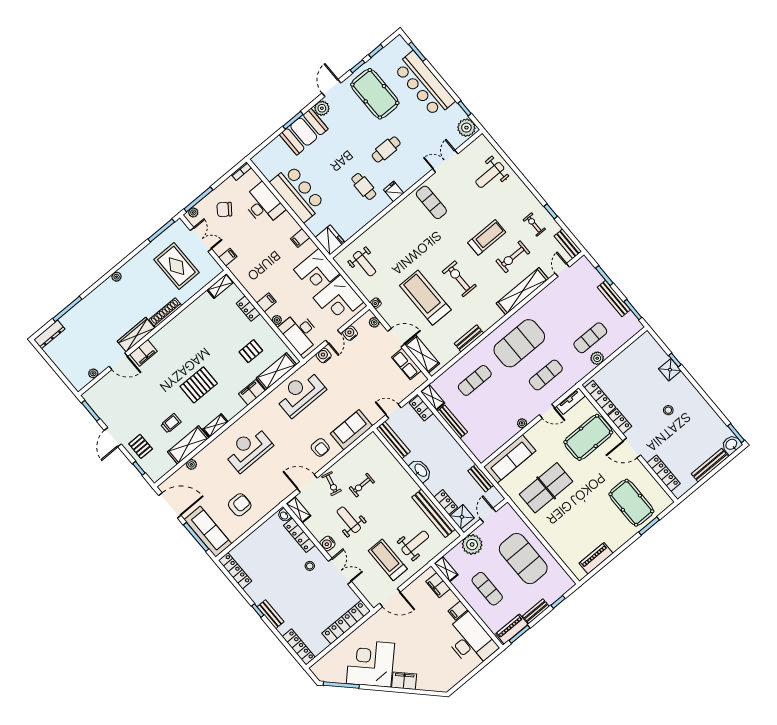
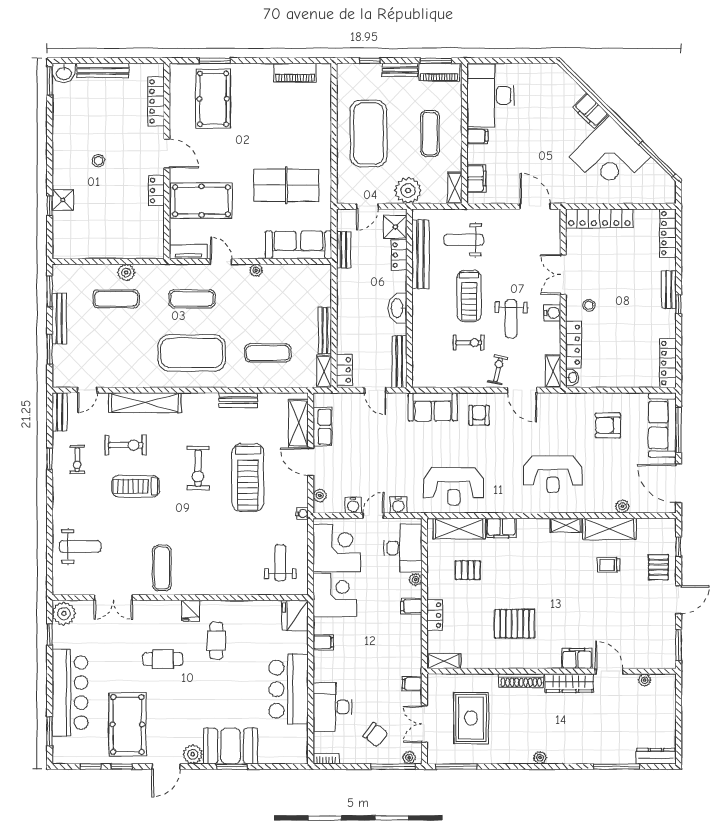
pallet: (199, 385) -> (515, 624), moved
locker: (600, 398) -> (156, 231), removed
treadmill: (388, 560) -> (469, 296), moved

